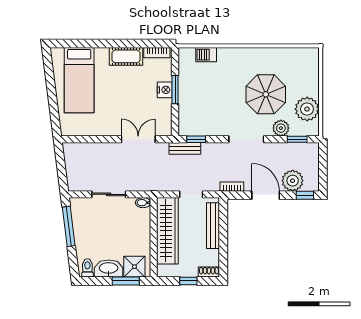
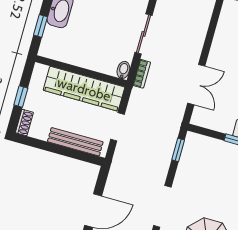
bench: (185, 148) -> (171, 134), removed
bookcase: (232, 187) -> (142, 74), moved
shower: (134, 267) -> (54, 40), removed
window: (126, 281) -> (40, 26), width x0.67

